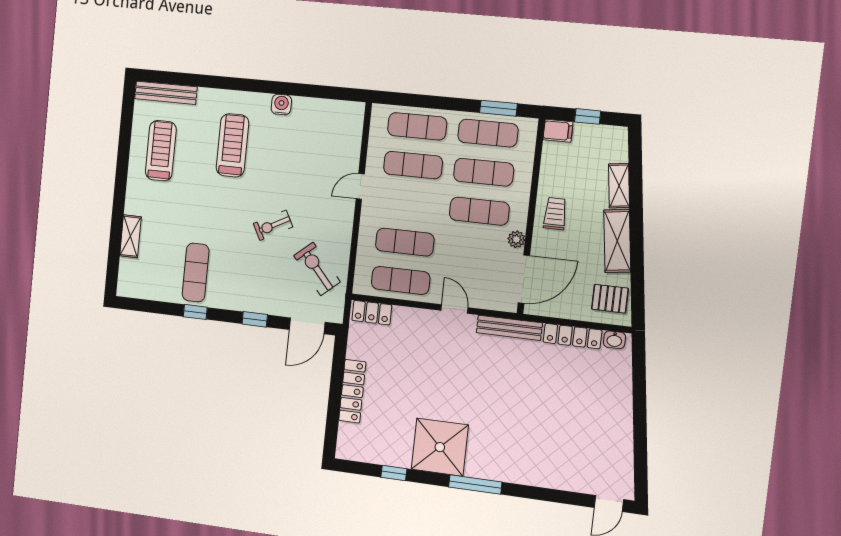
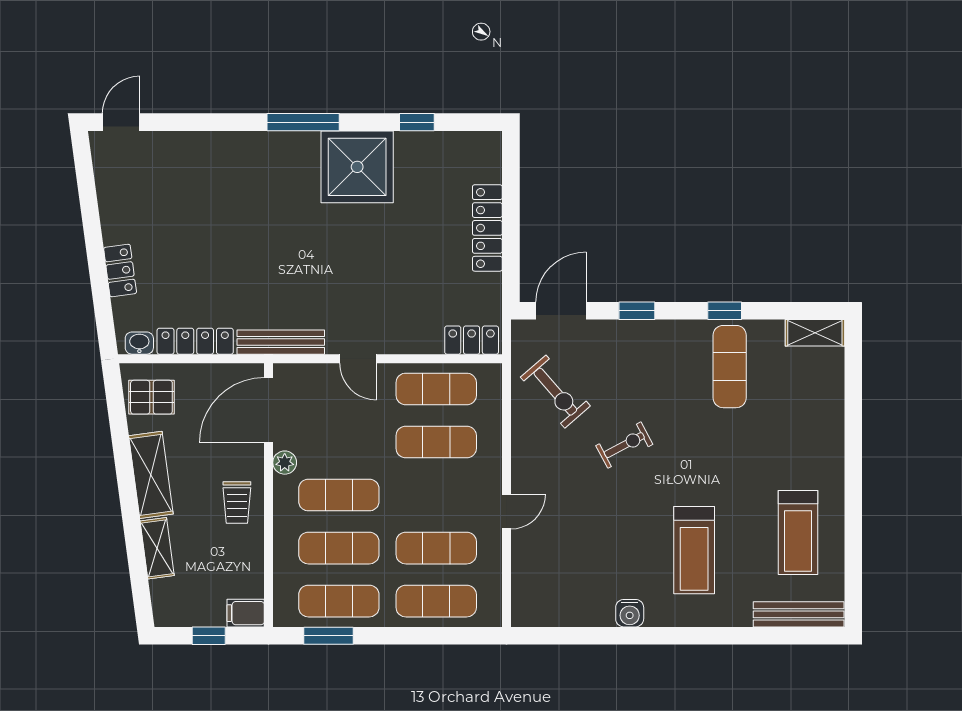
shelving: (130, 236) -> (815, 333), moved, turned 90
locker: (623, 395) -> (120, 271), added

